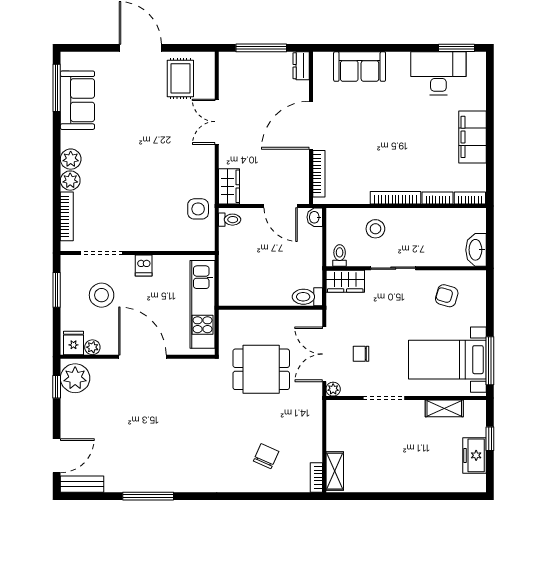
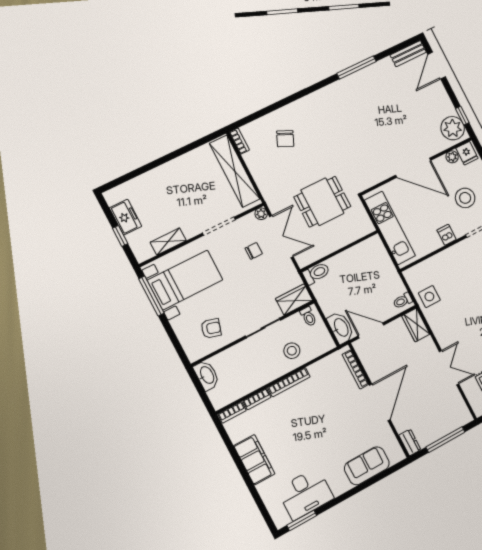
washbasin: (315, 217) -> (341, 328), width x1.91, depth x1.45
shelving: (335, 471) -> (235, 171), width x2.20, depth x1.33

